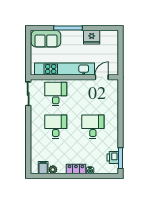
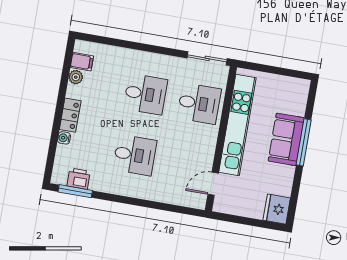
fridge: (92, 37) -> (277, 209), moved
sofa: (46, 39) -> (286, 139), moved
door: (102, 77) -> (213, 184), swing flipped

